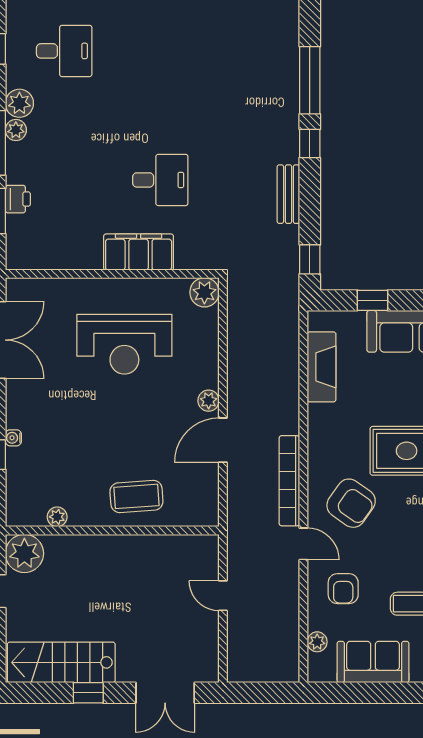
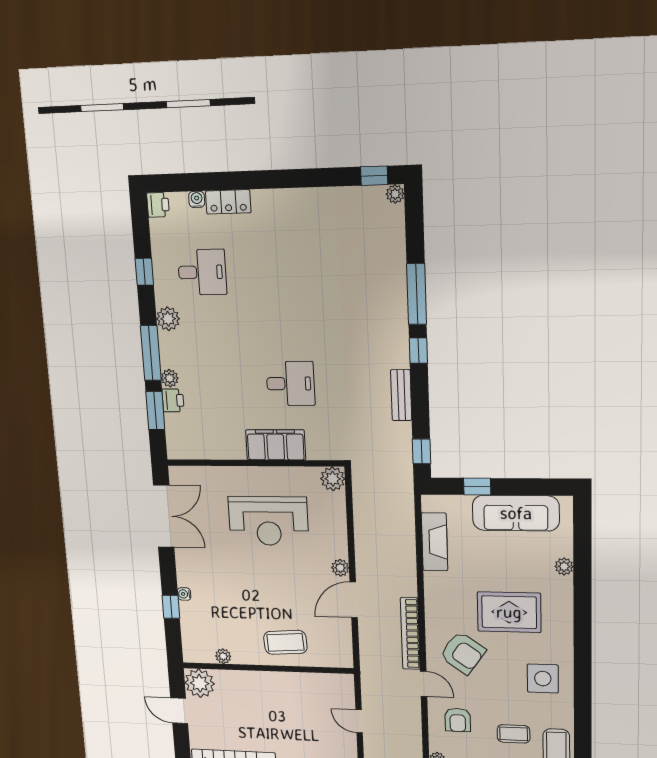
plant: (16, 130) -> (170, 378), moved

